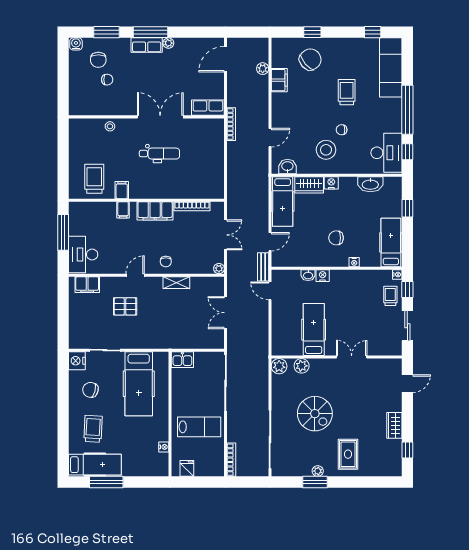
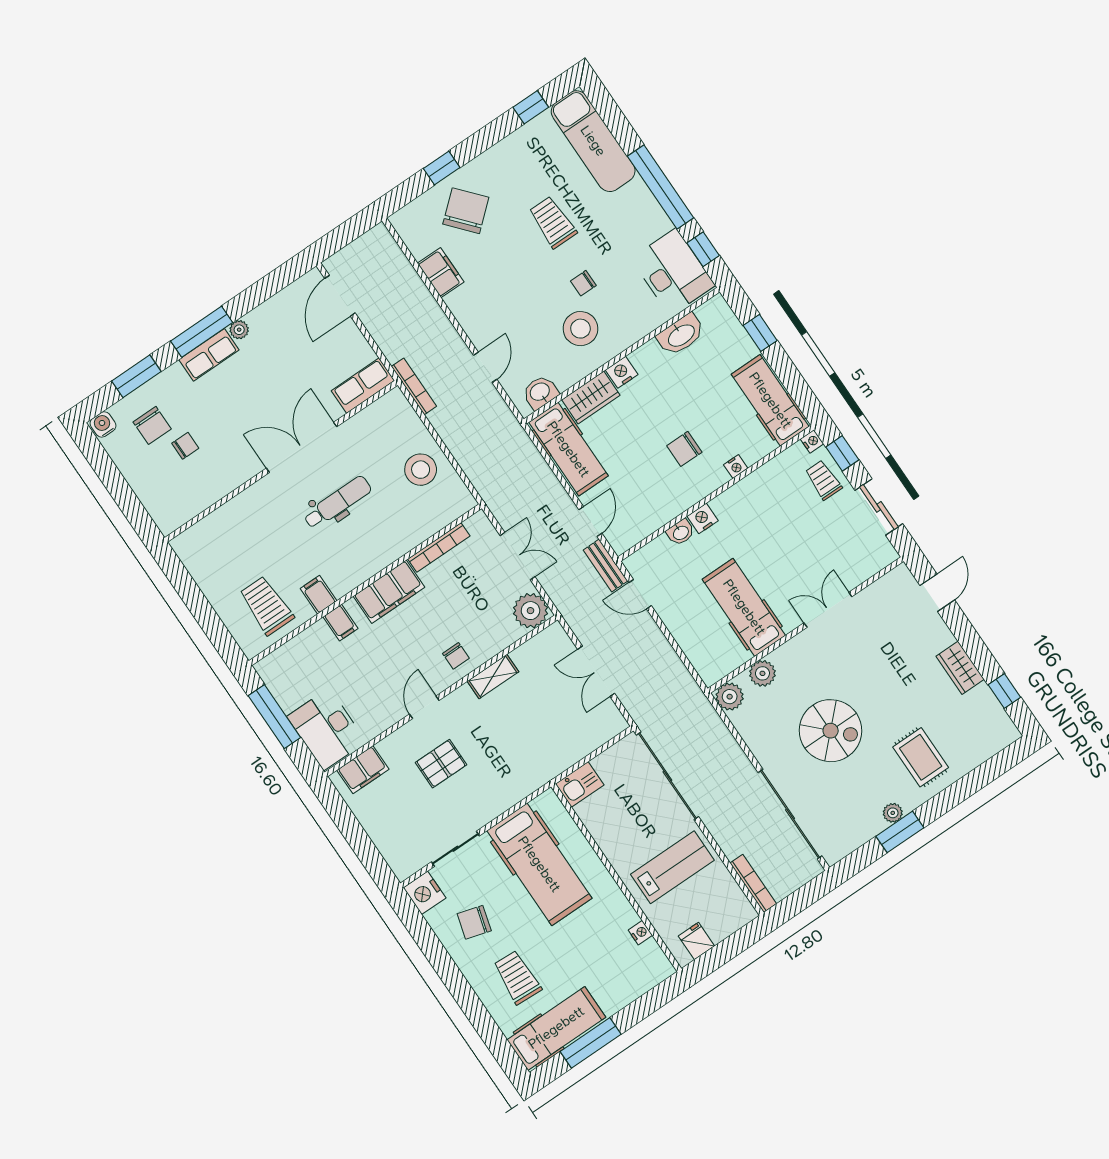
plant: (263, 69) -> (405, 272), removed
stool: (110, 126) -> (421, 470), moved, width x1.89, depth x1.89
plant: (219, 269) -> (530, 611), width x1.87, depth x1.87

